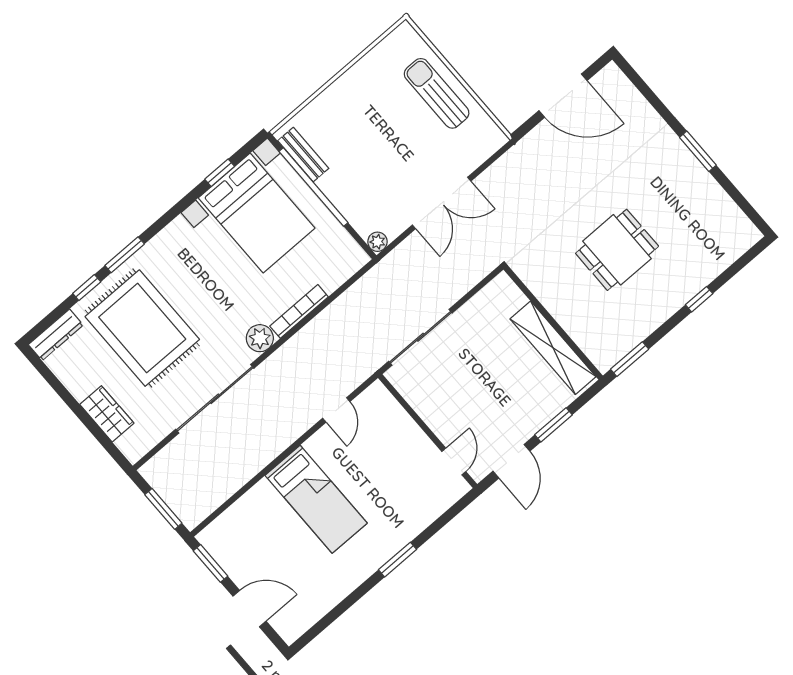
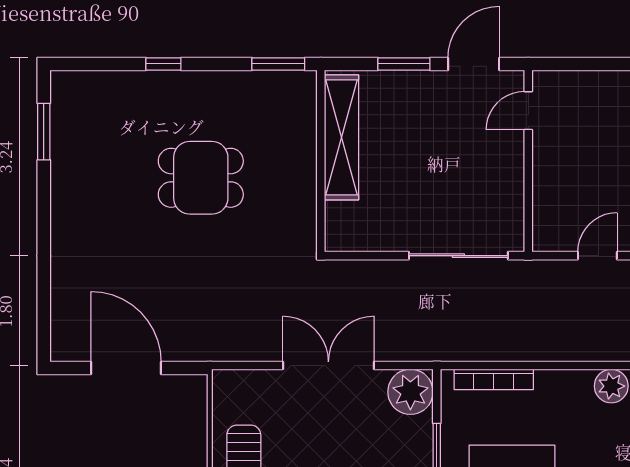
window: (698, 151) -> (44, 132), moved
plant: (377, 242) -> (410, 392), width x1.87, depth x1.87
bookcase: (299, 311) -> (494, 379), moved

